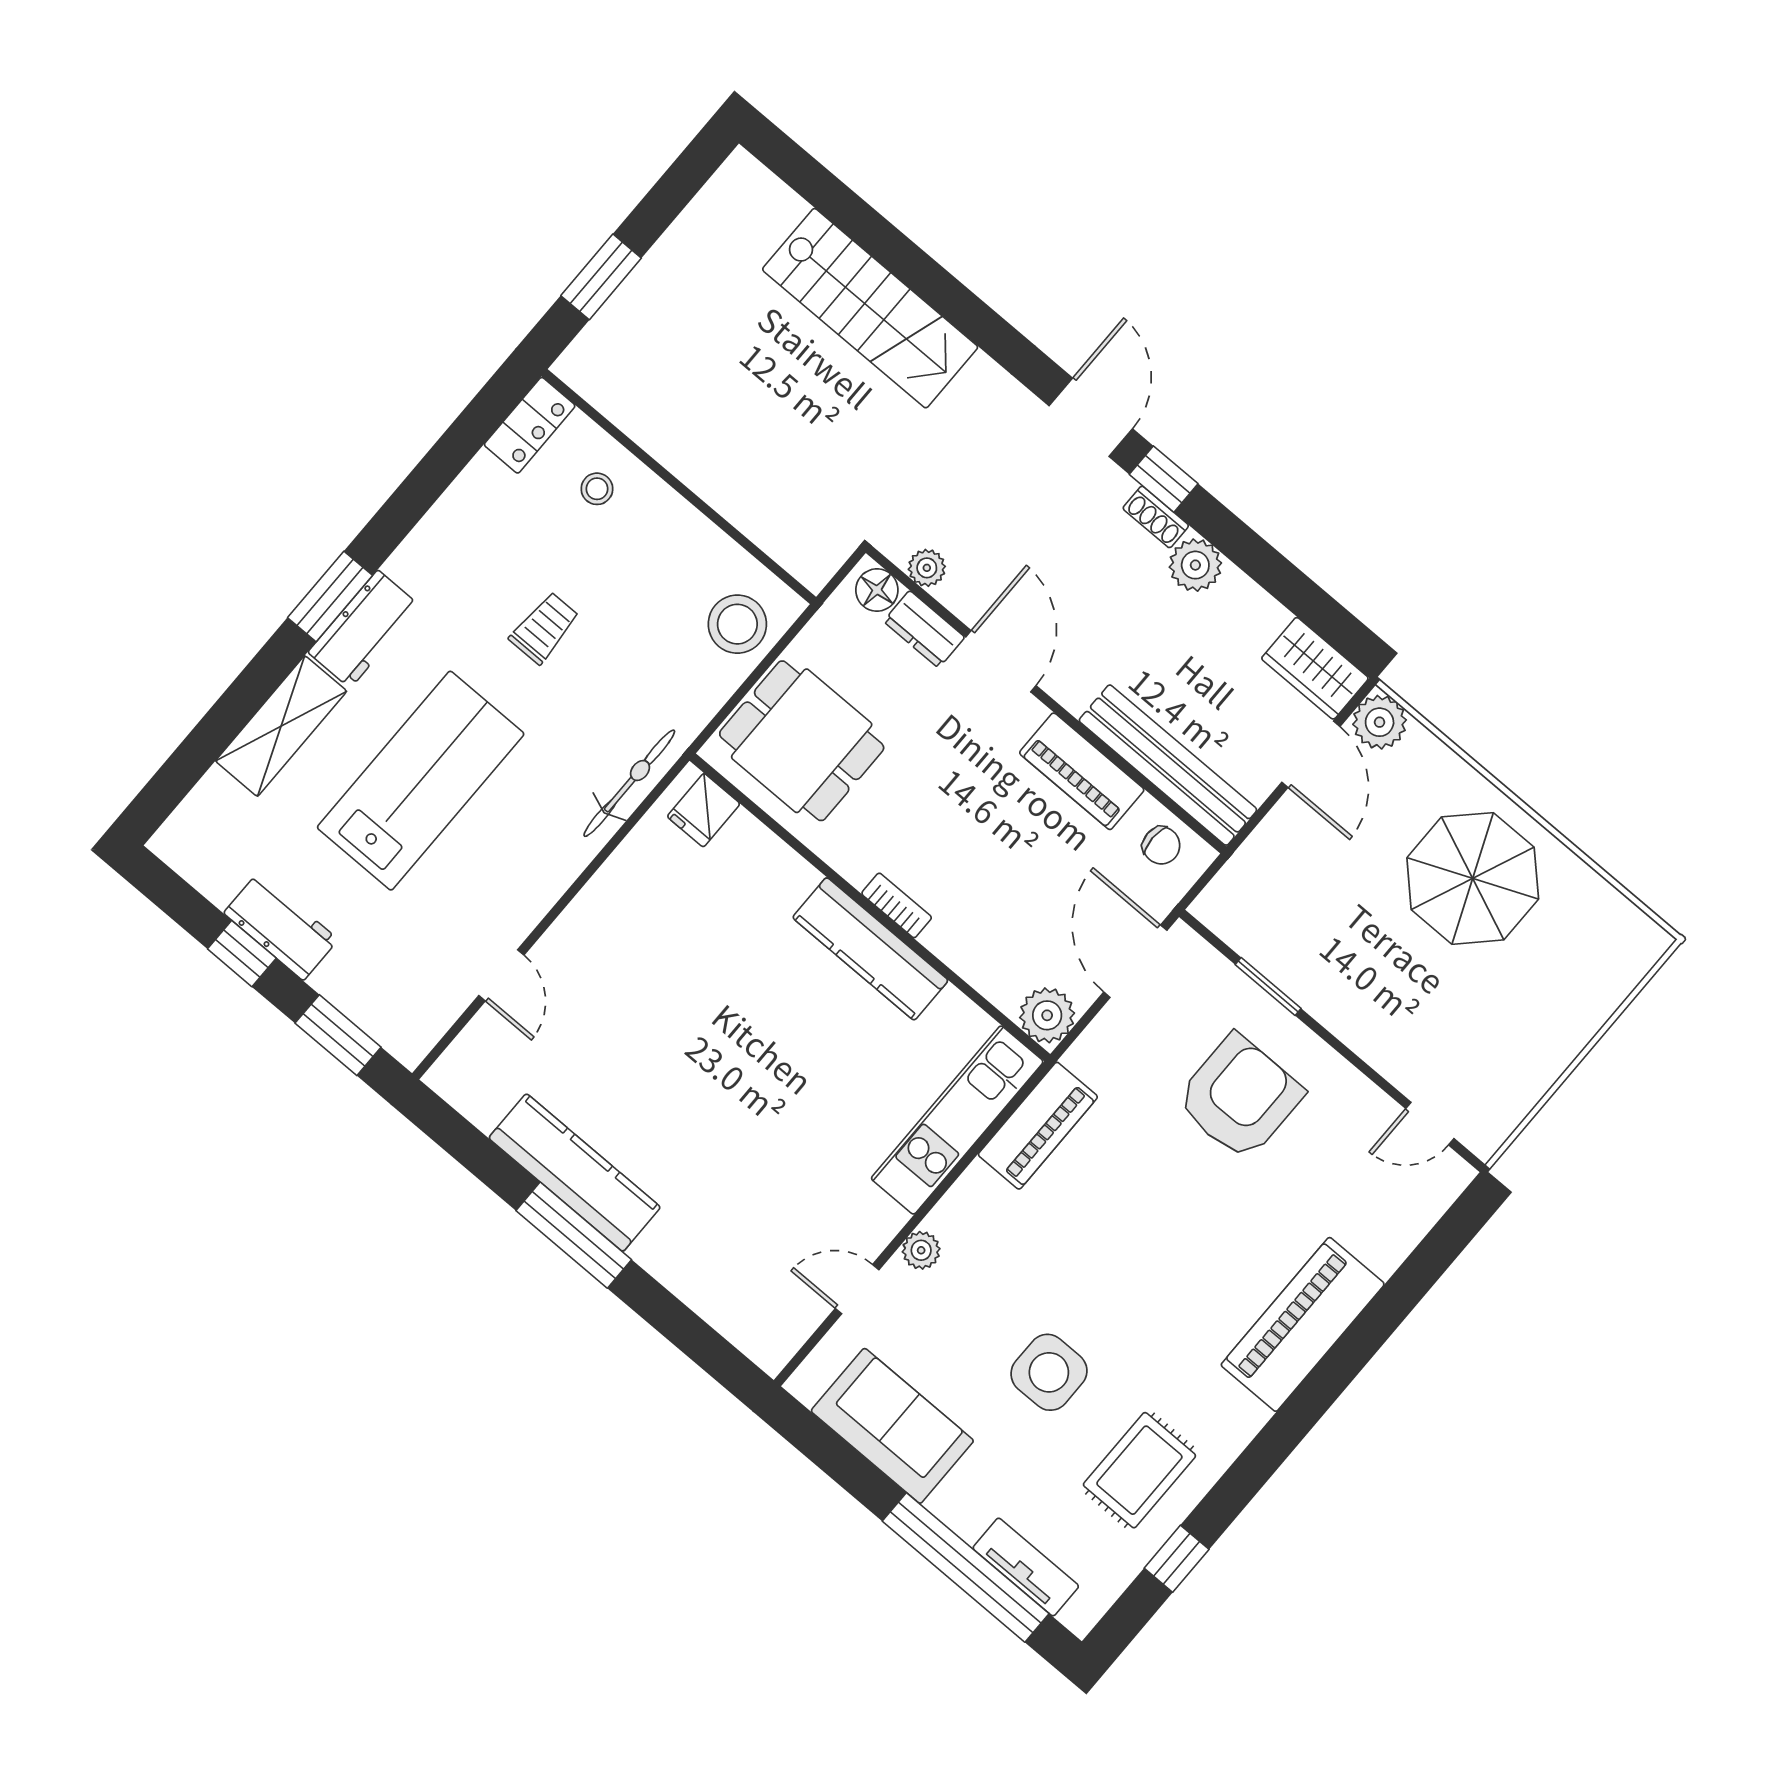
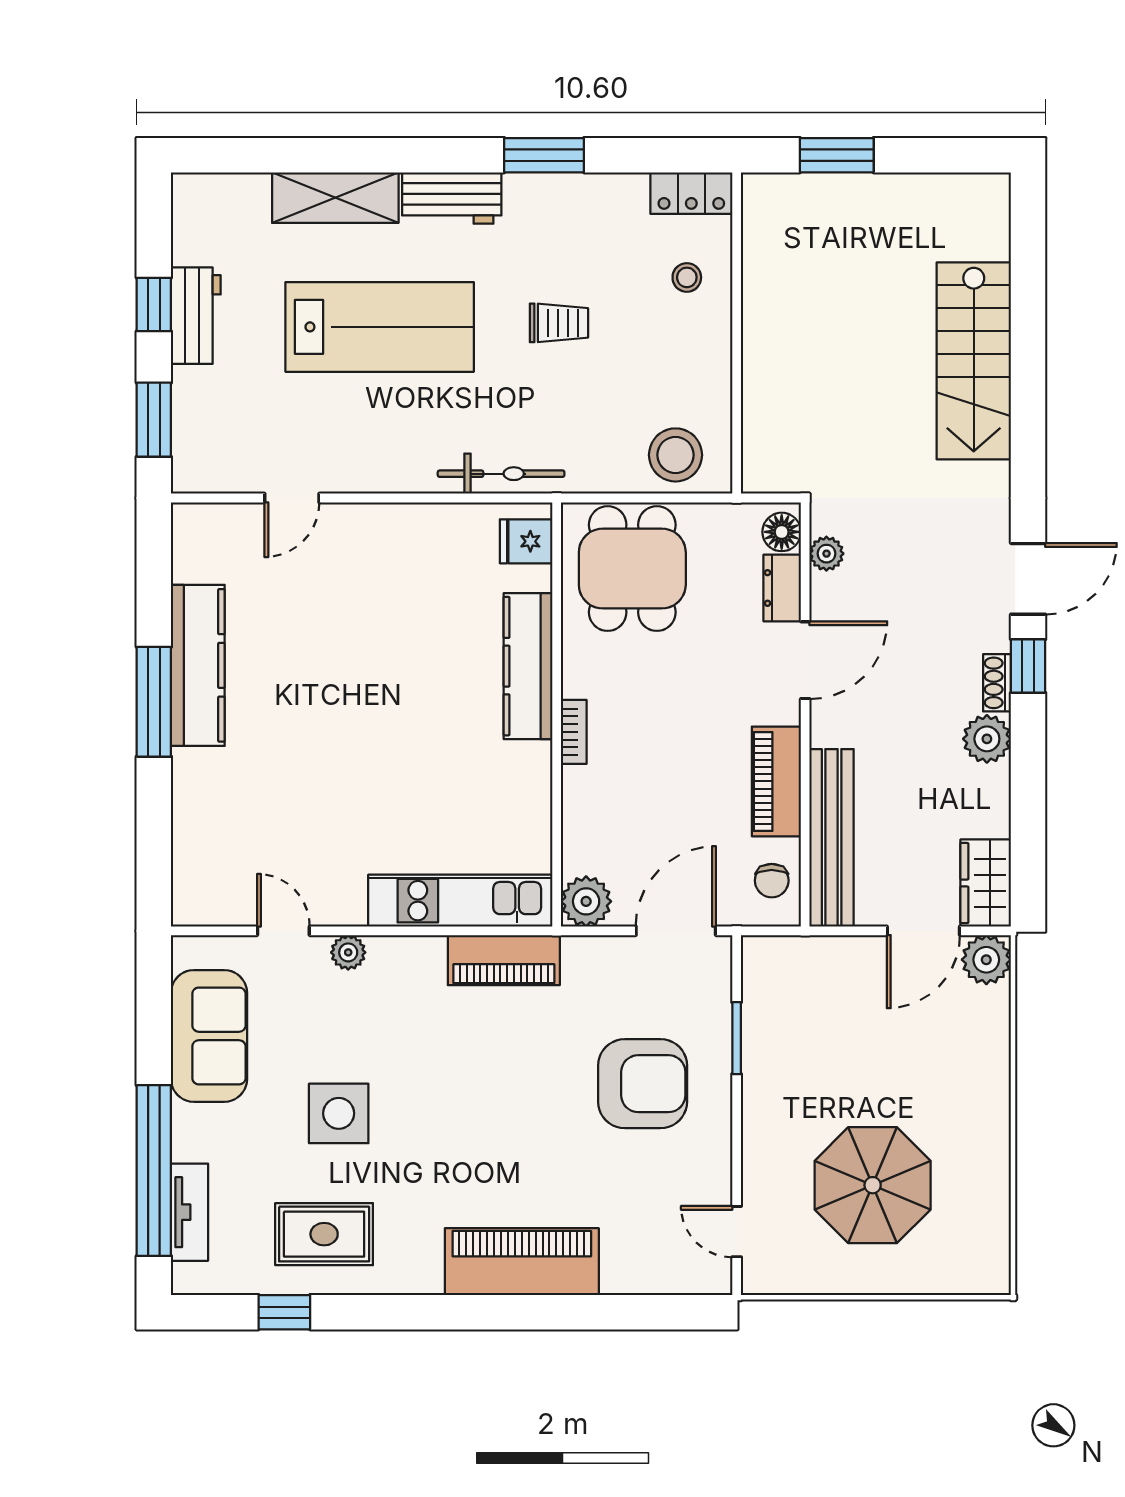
window: (330, 596) -> (544, 155), moved
parasol: (1473, 878) -> (873, 1185), moved
kitchen counter: (870, 949) -> (528, 666), moved

